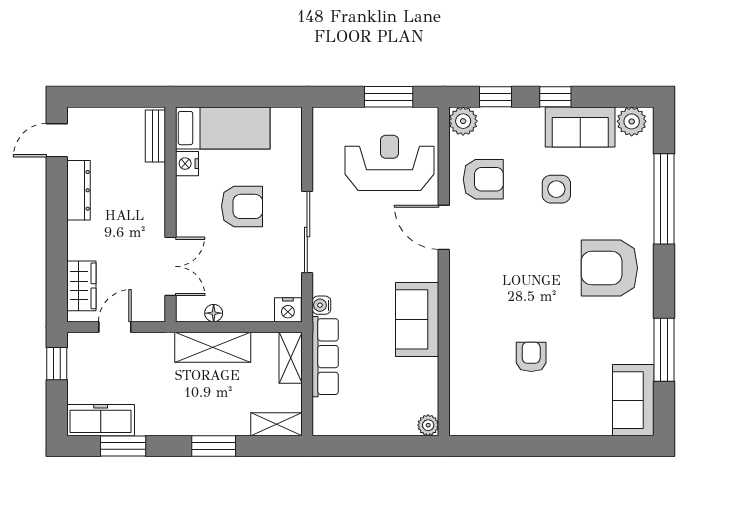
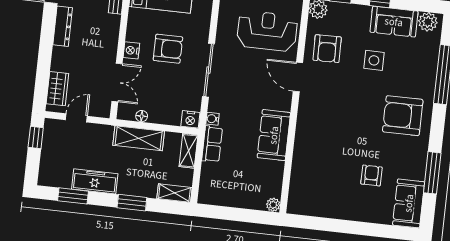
nightstand: (187, 164) -> (131, 50), moved
armchair: (483, 179) -> (327, 49), turned 89
row of seats: (325, 357) -> (212, 144), width x0.68
armchair: (531, 357) -> (371, 175), moved
freezer: (101, 420) -> (95, 181), moved

